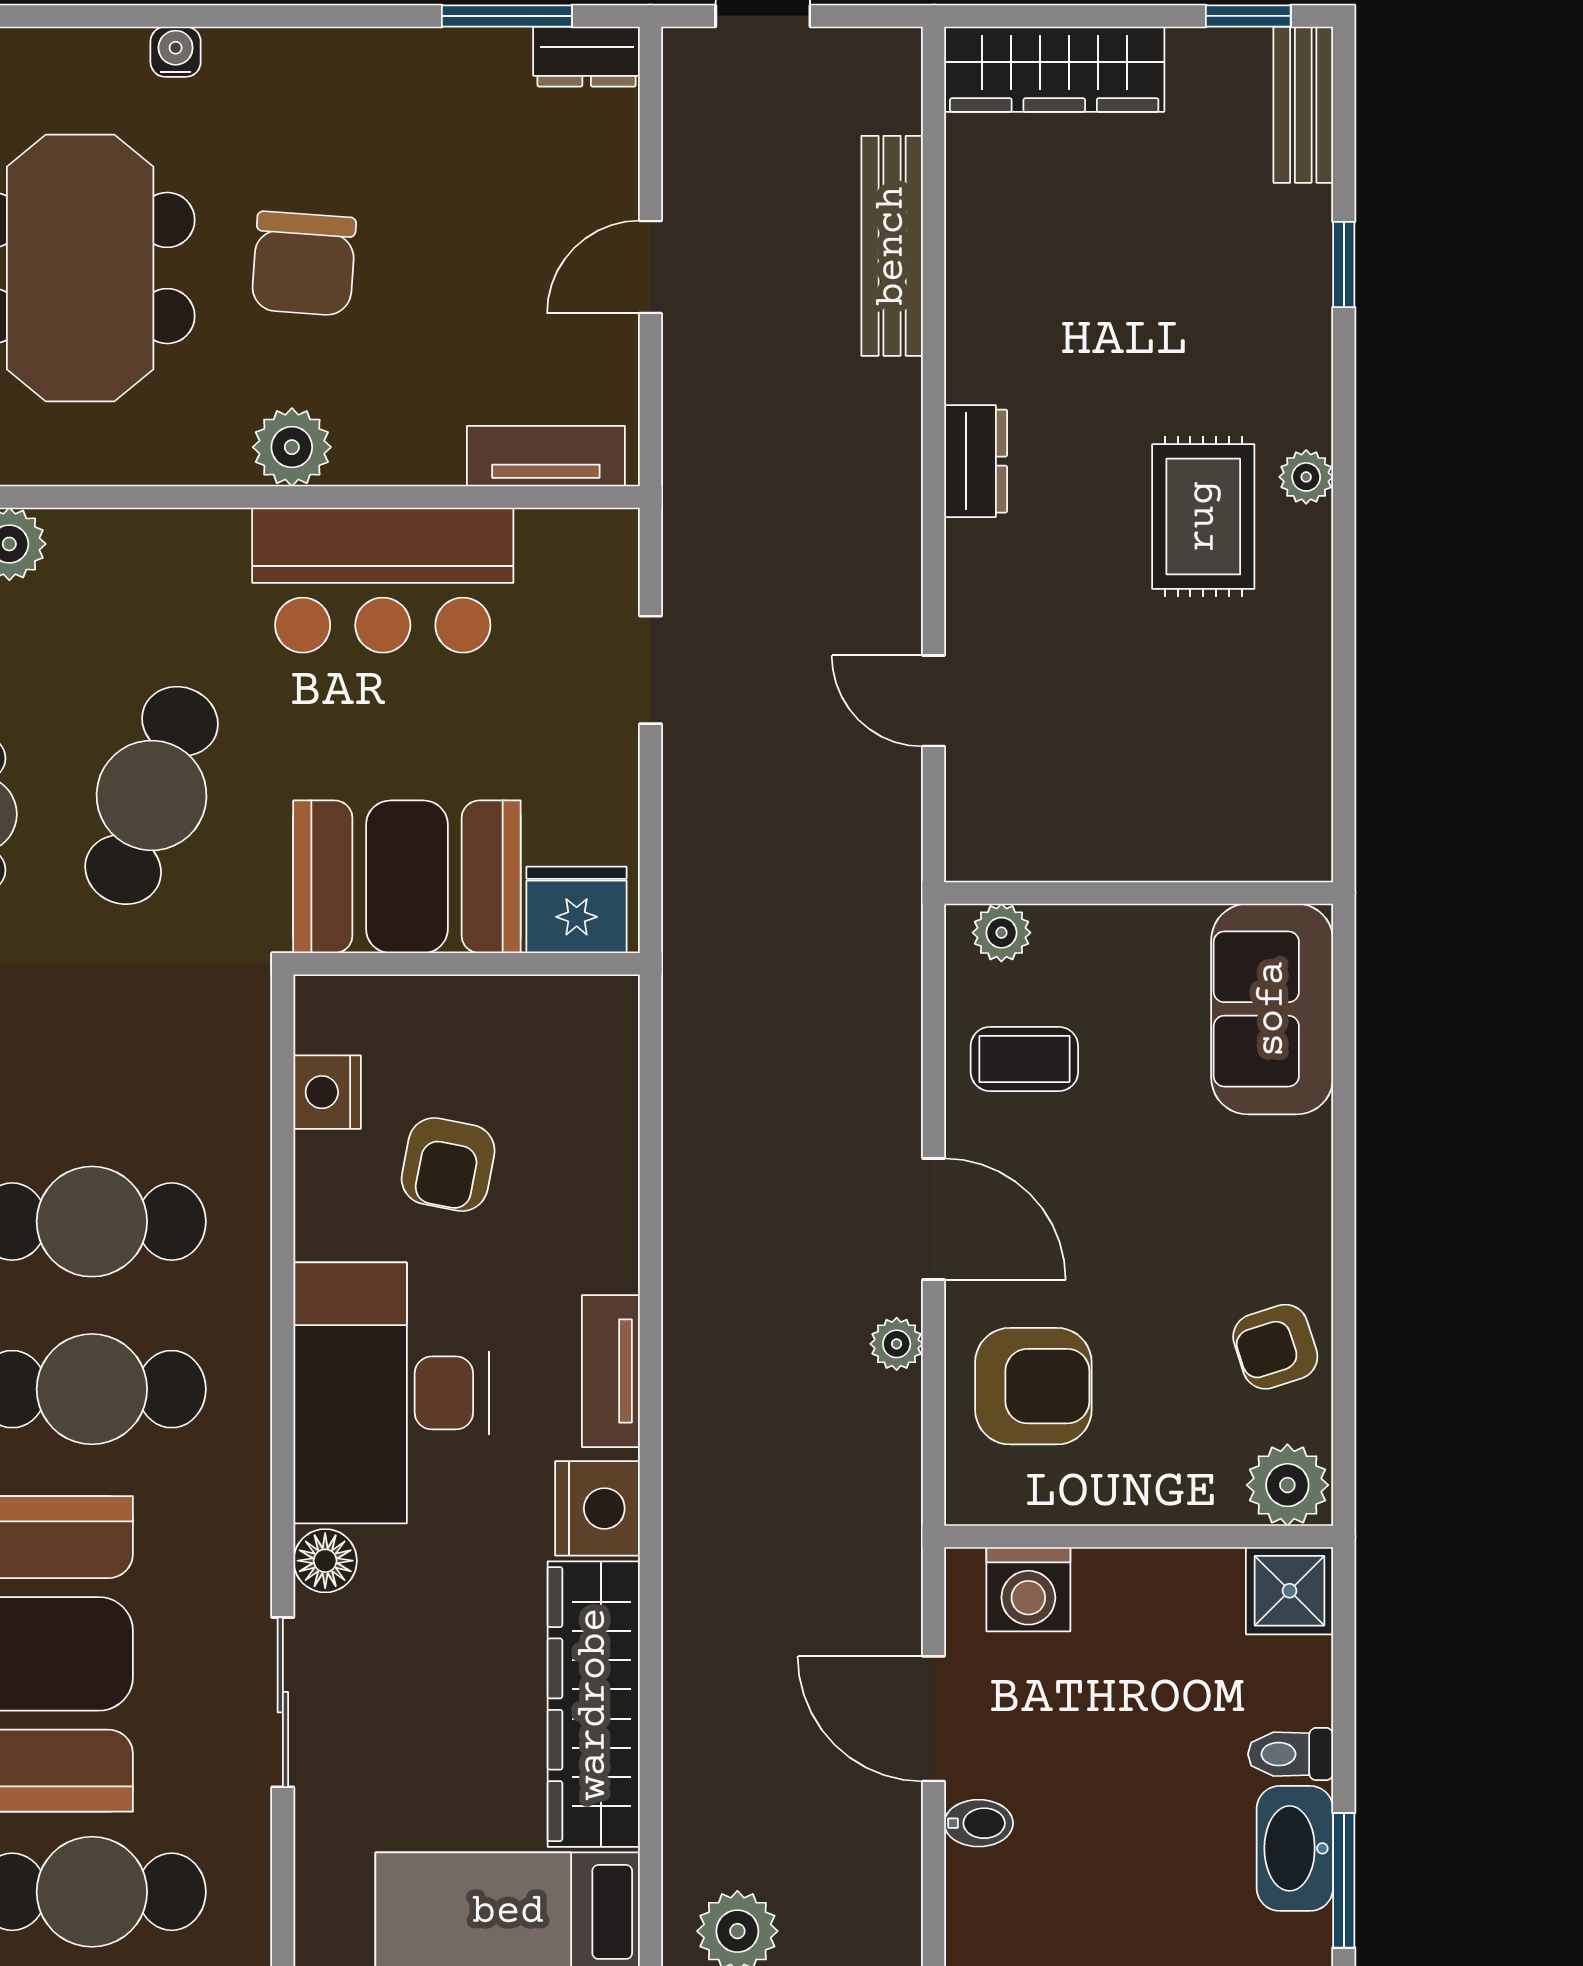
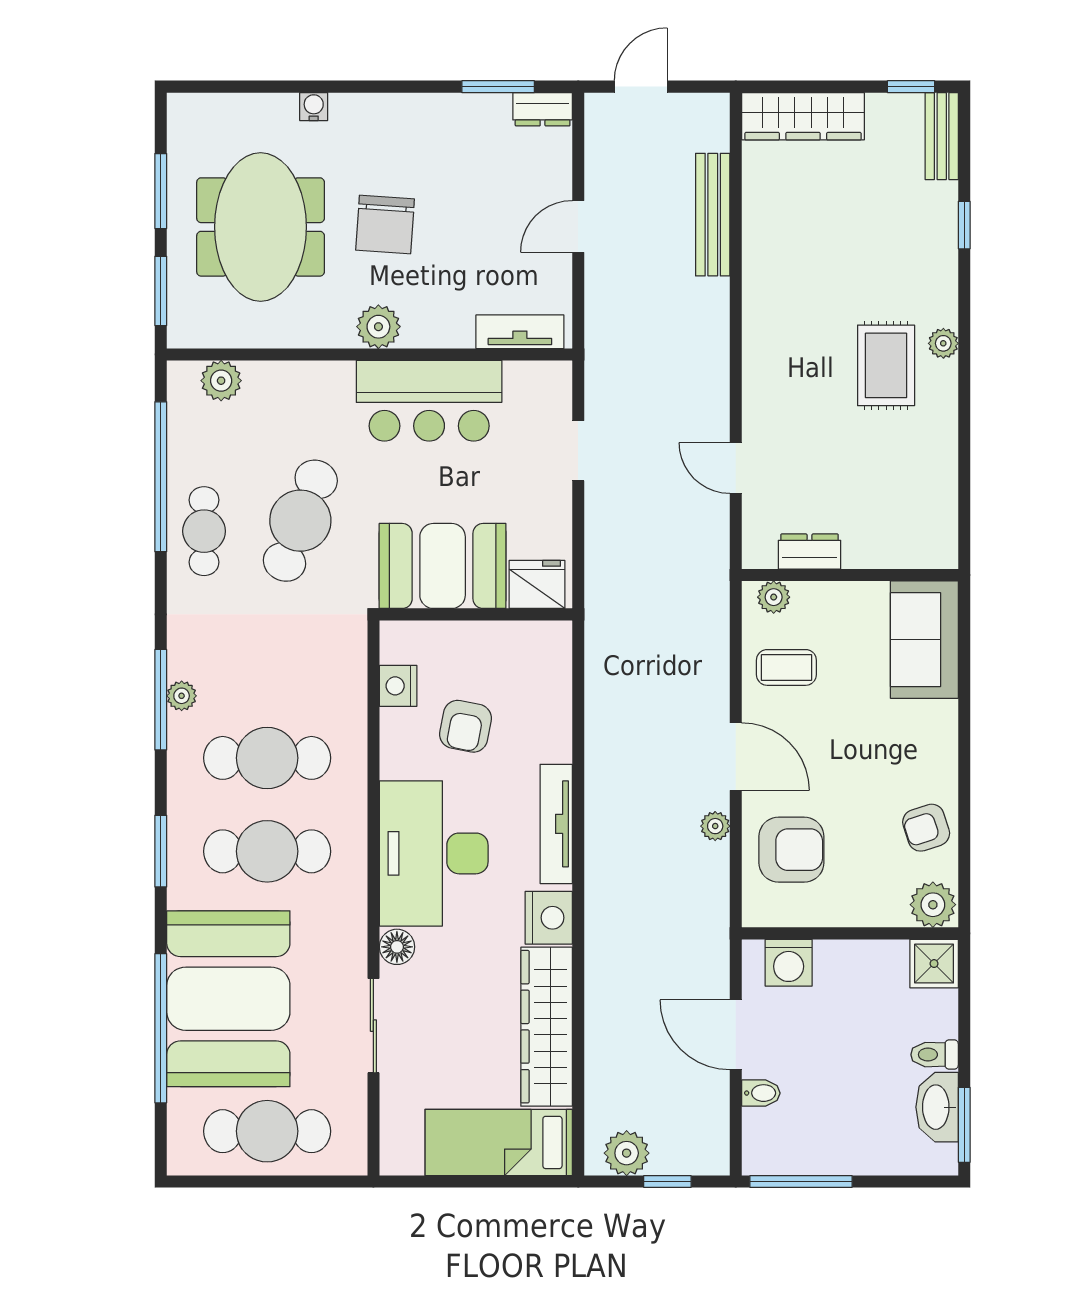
dresser: (976, 461) -> (809, 552), moved, turned -90
tv unit: (611, 1371) -> (556, 824), width x1.41

